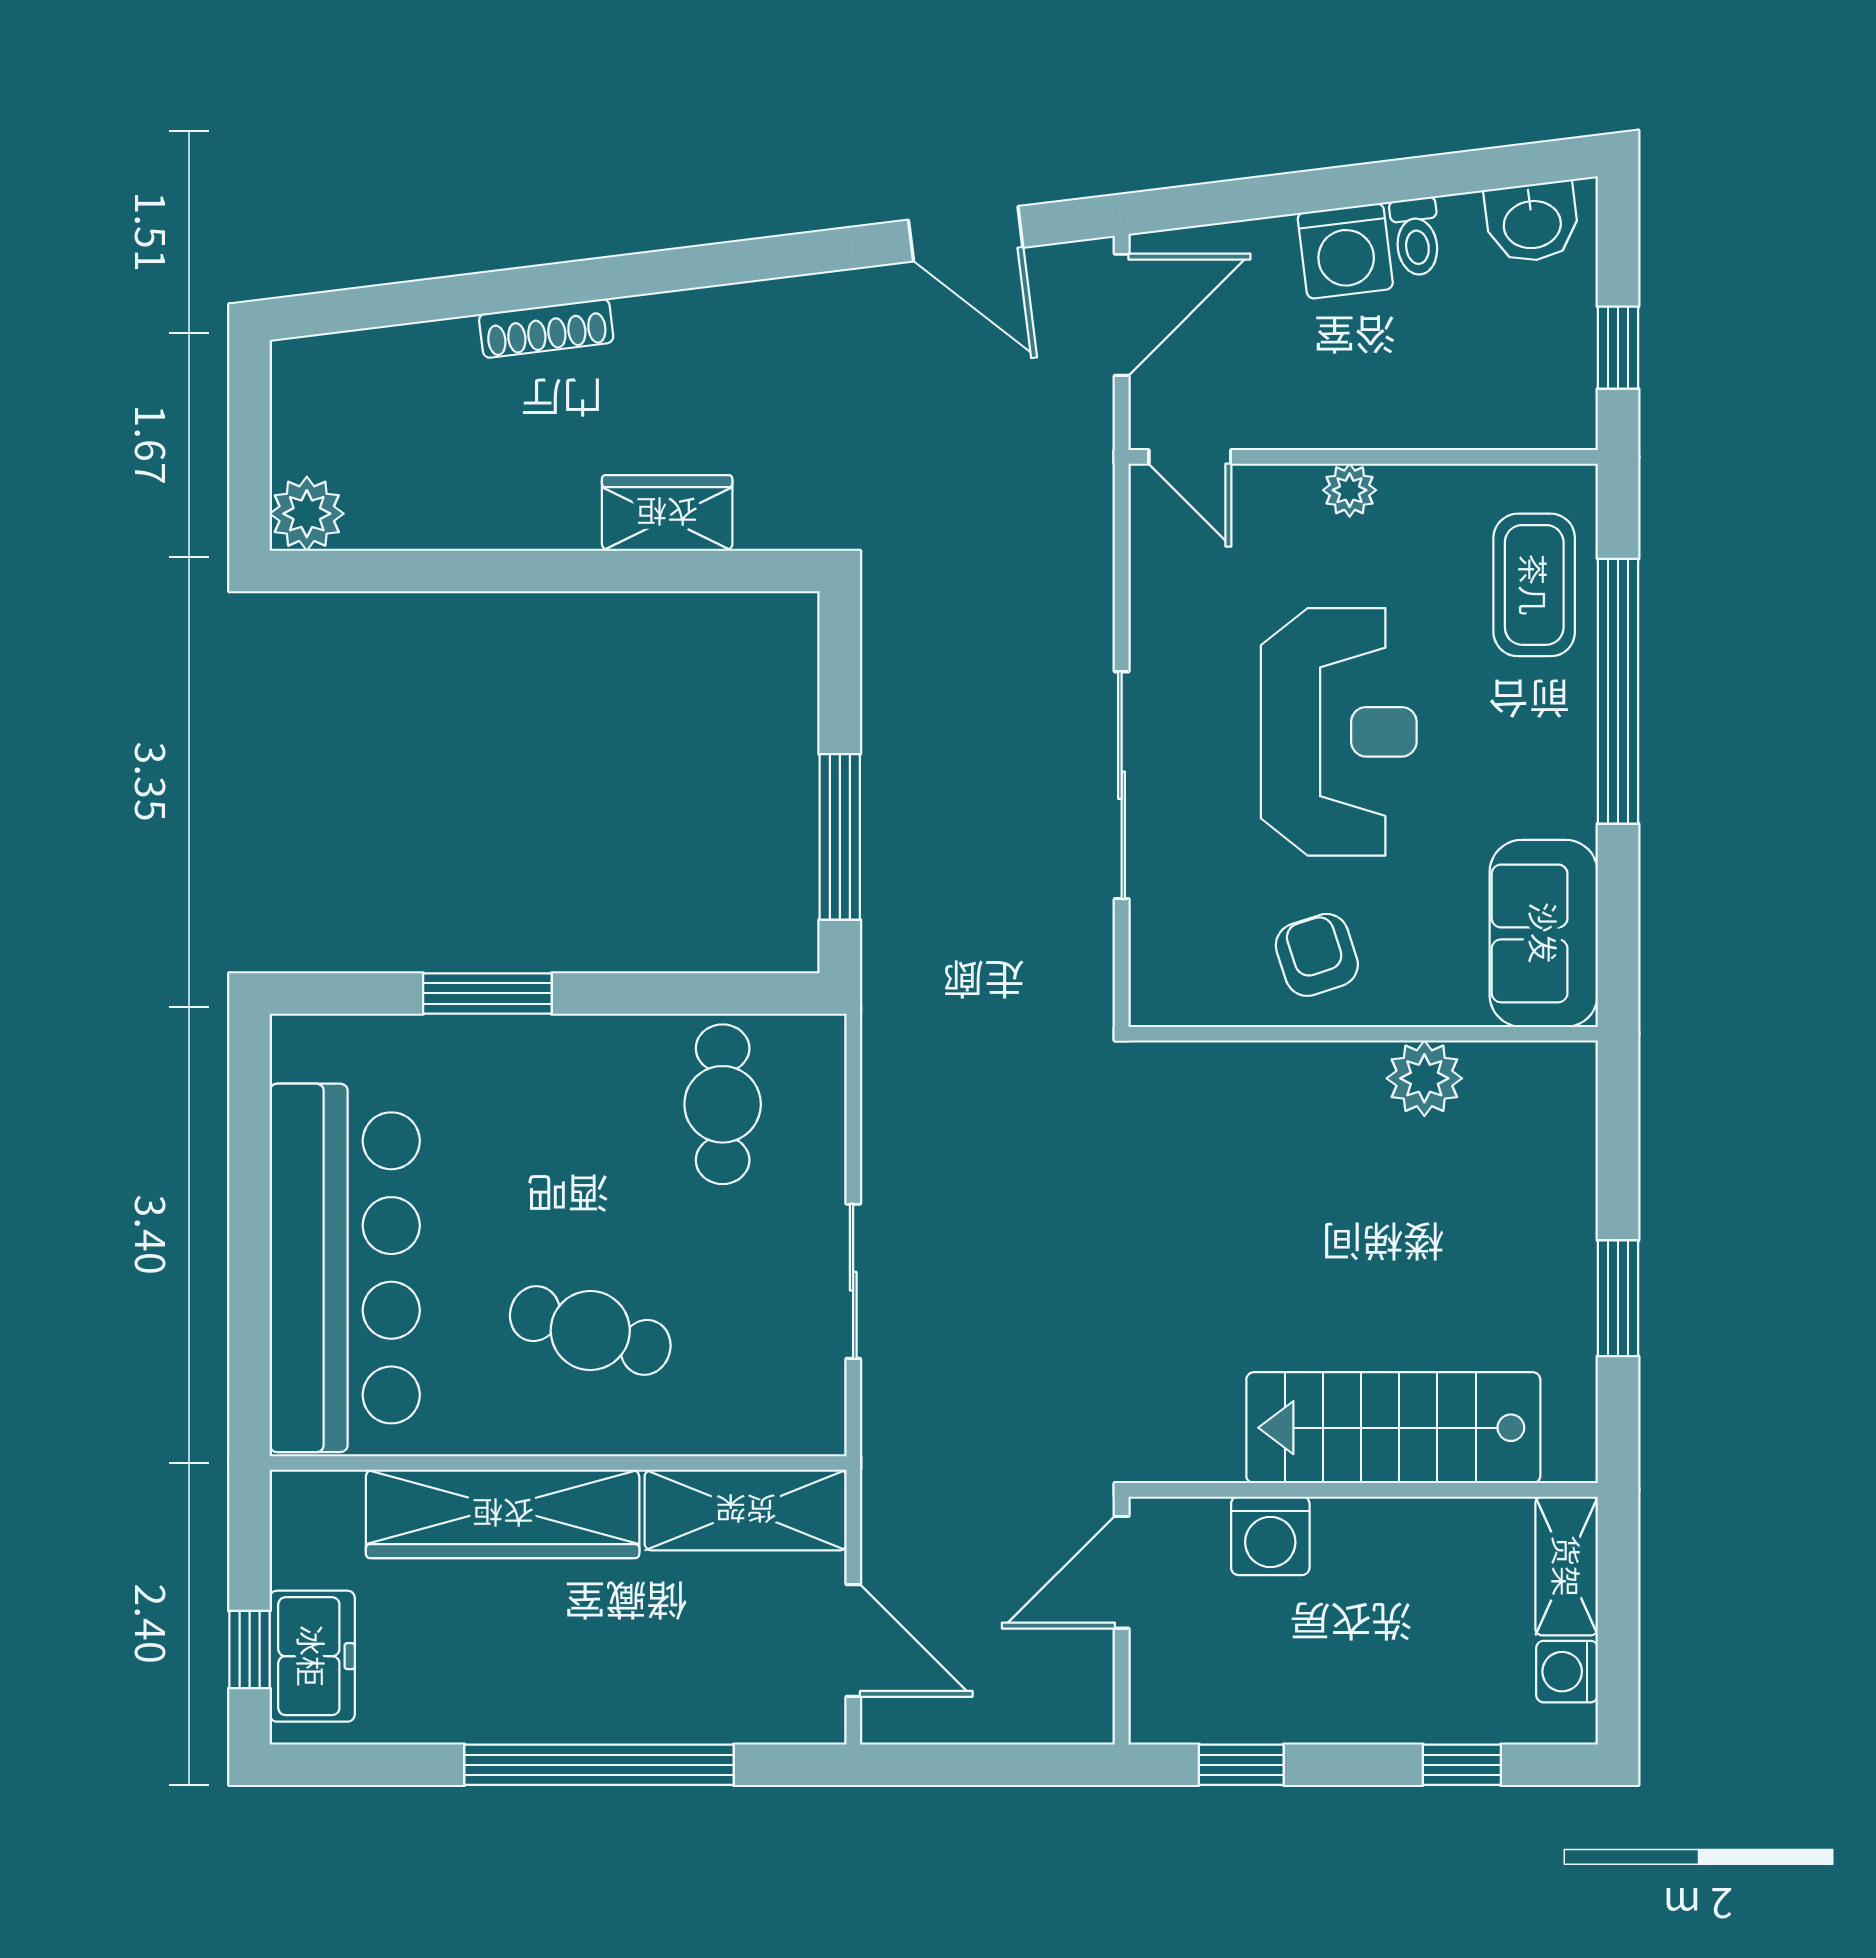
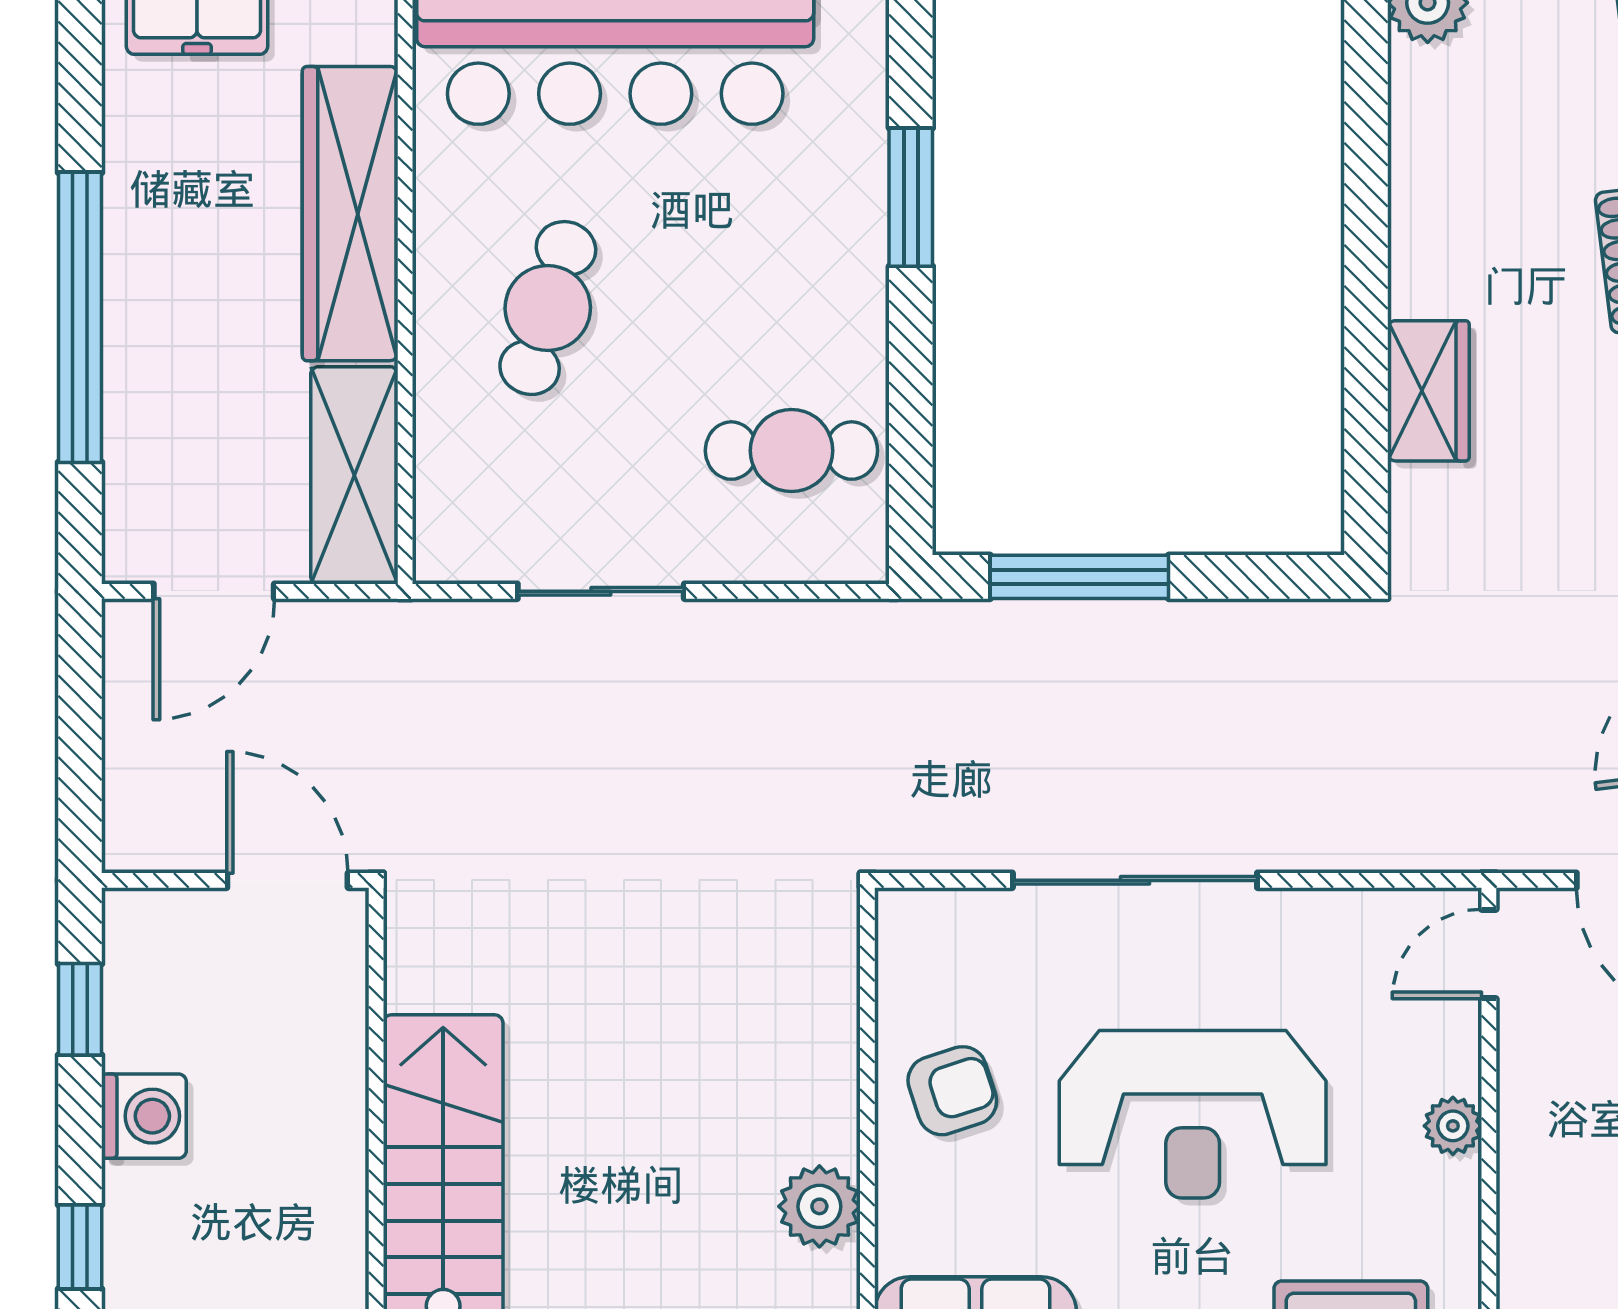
washing machine: (1270, 1536) -> (144, 1116), moved, turned 180

